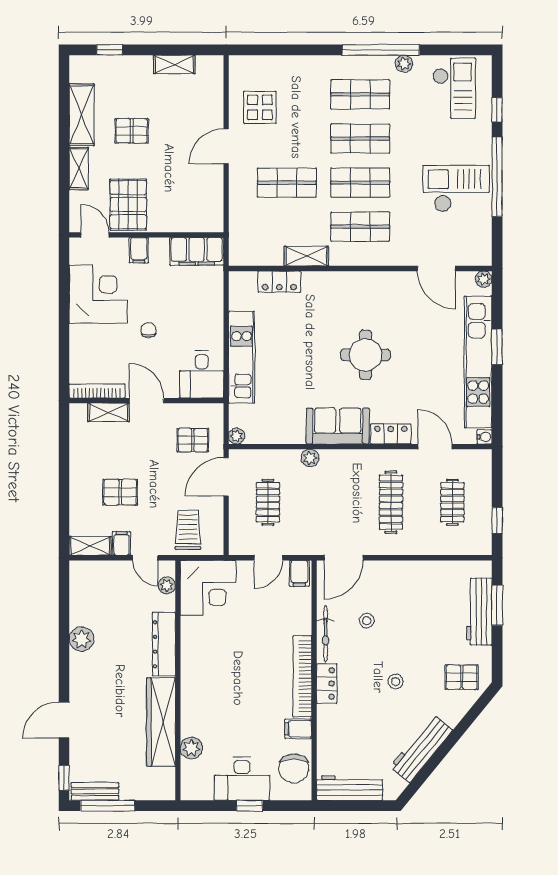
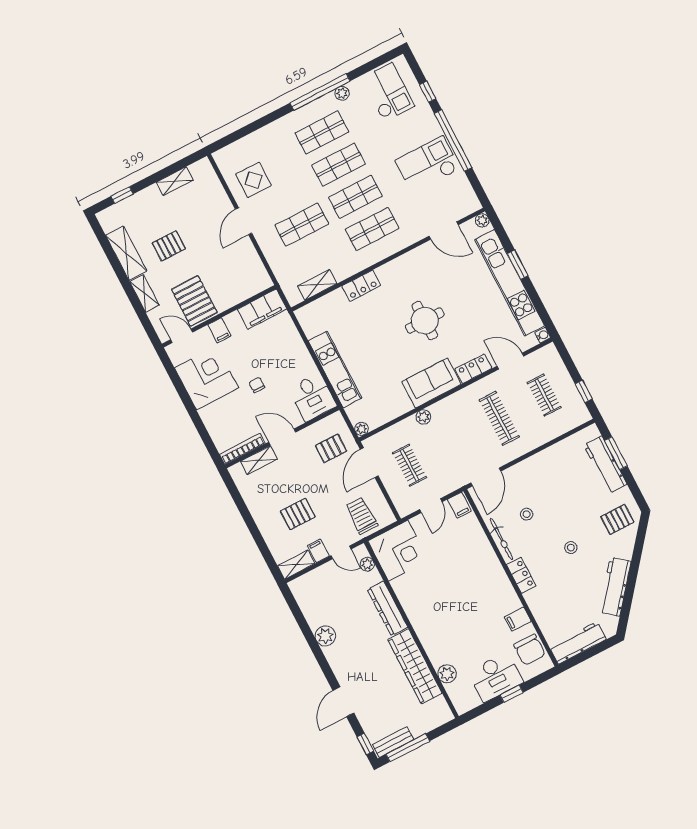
shelving: (306, 256) -> (317, 285), moved
locker: (279, 282) -> (361, 286), moved
bookcase: (302, 676) -> (501, 579), removed

